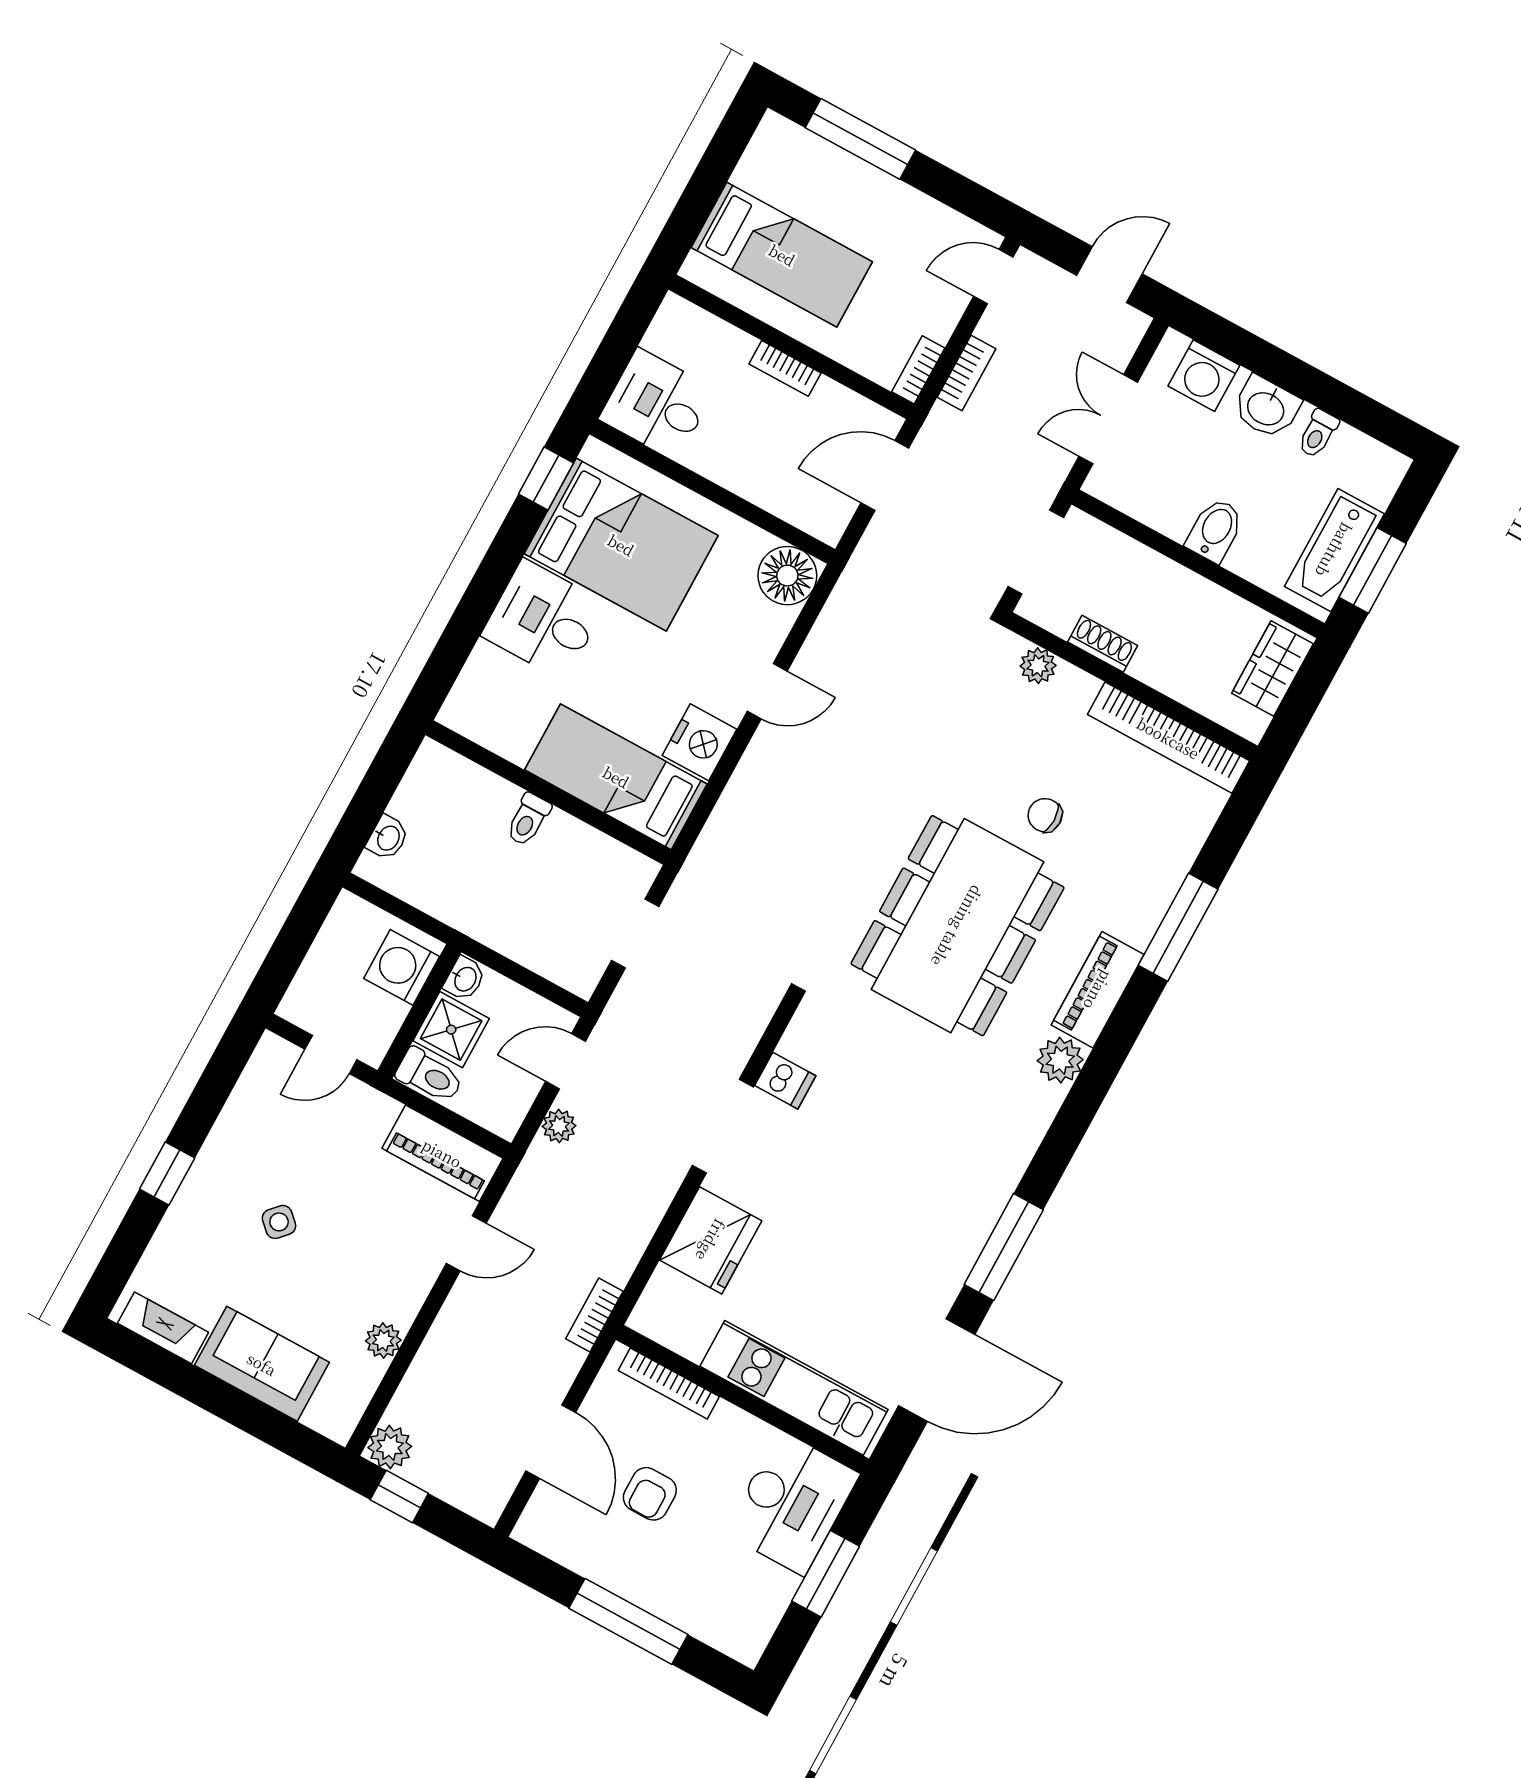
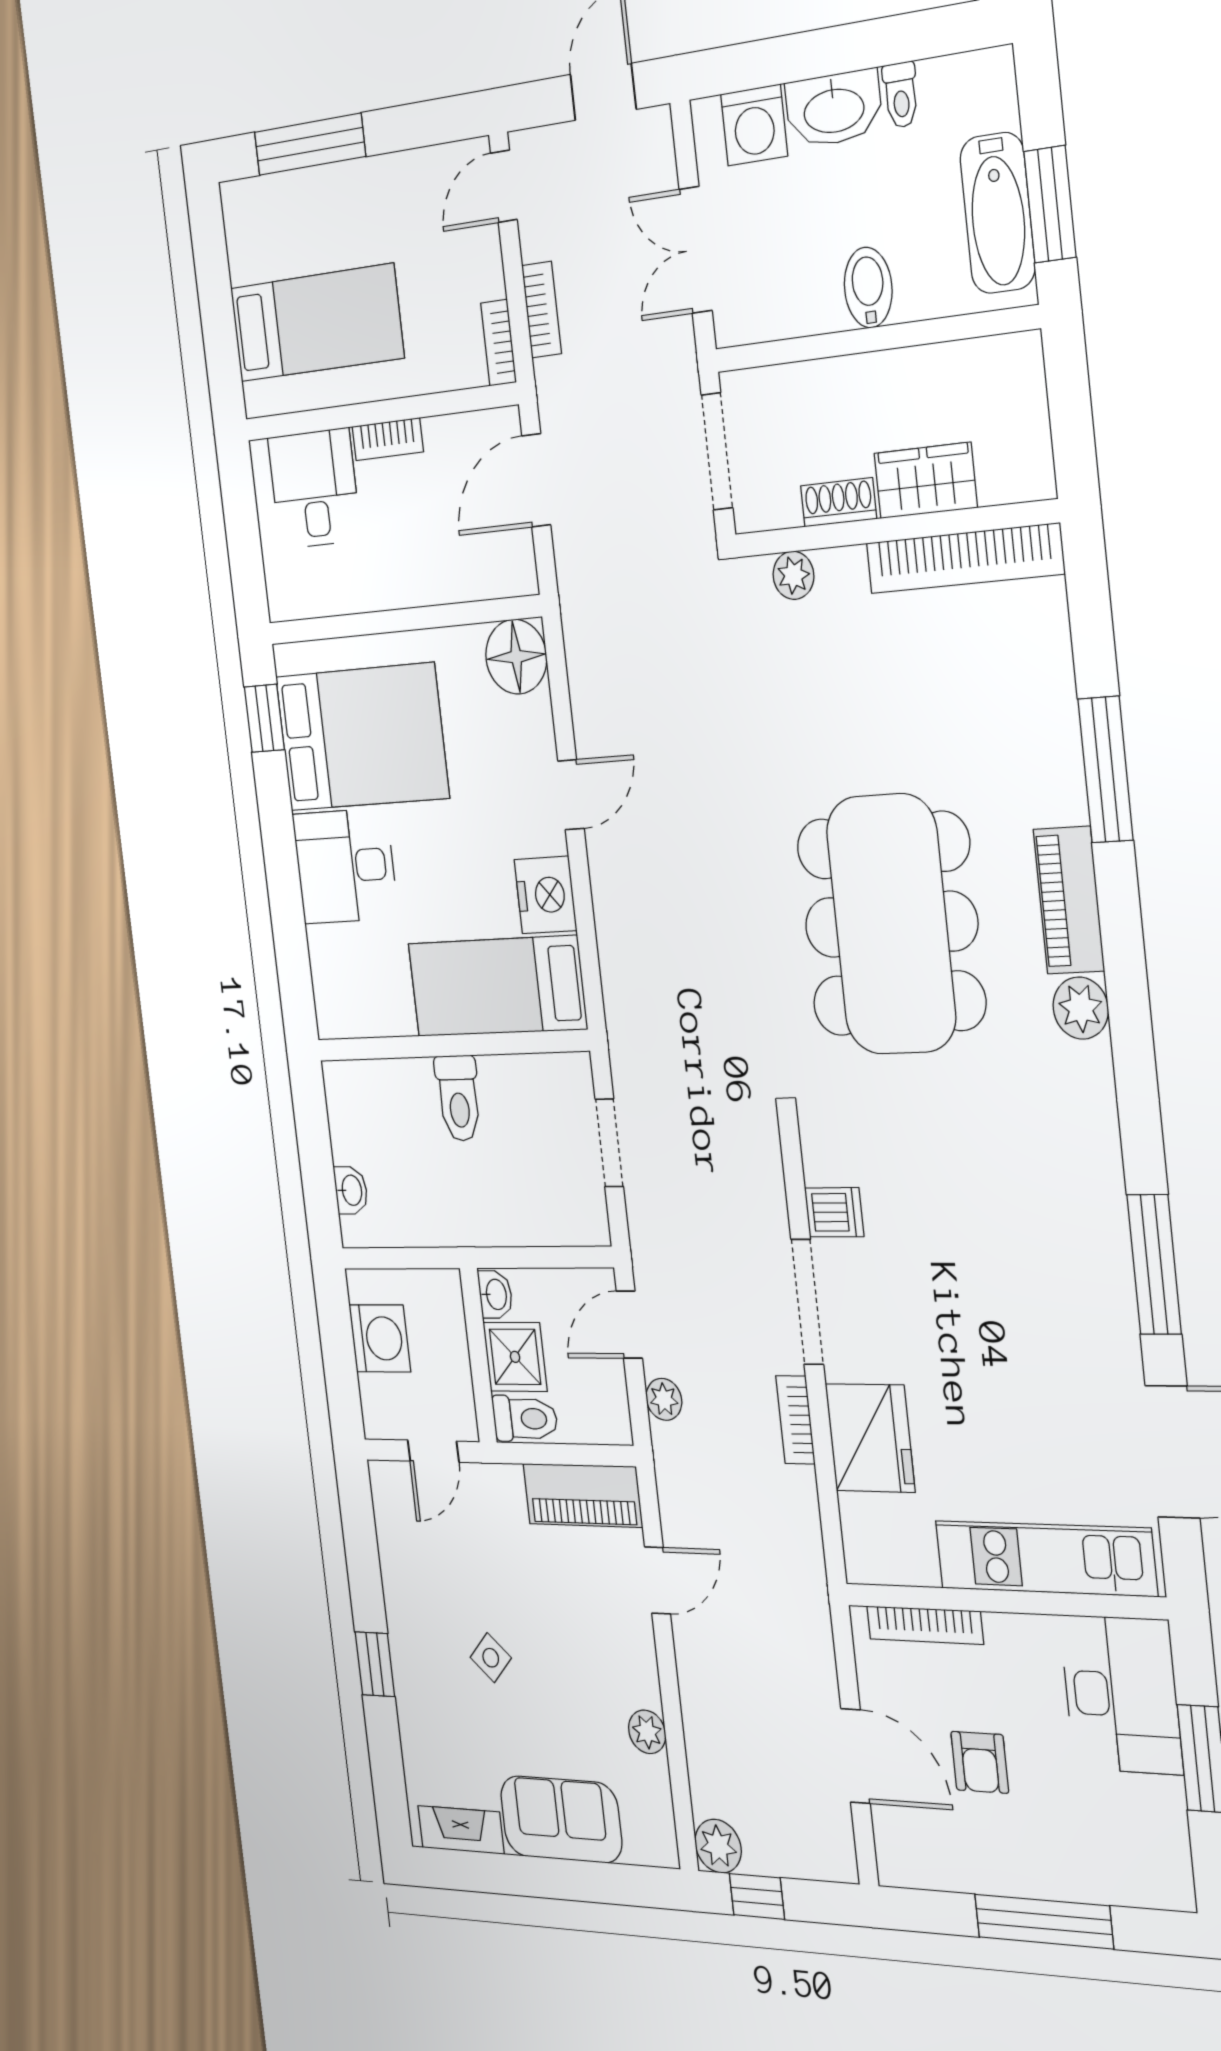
desk: (657, 404) -> (314, 489), moved, turned 90
washbasin: (1266, 407) -> (834, 109), width x1.38
wardrobe: (1272, 669) -> (926, 480), moved, turned 90
chair: (1045, 815) -> (899, 738), removed
toilet: (528, 820) -> (458, 1098), width x1.37, depth x1.39
washing machine: (402, 967) -> (380, 1338), moved, turned 180
bookcase: (594, 1315) -> (795, 1420), moved

